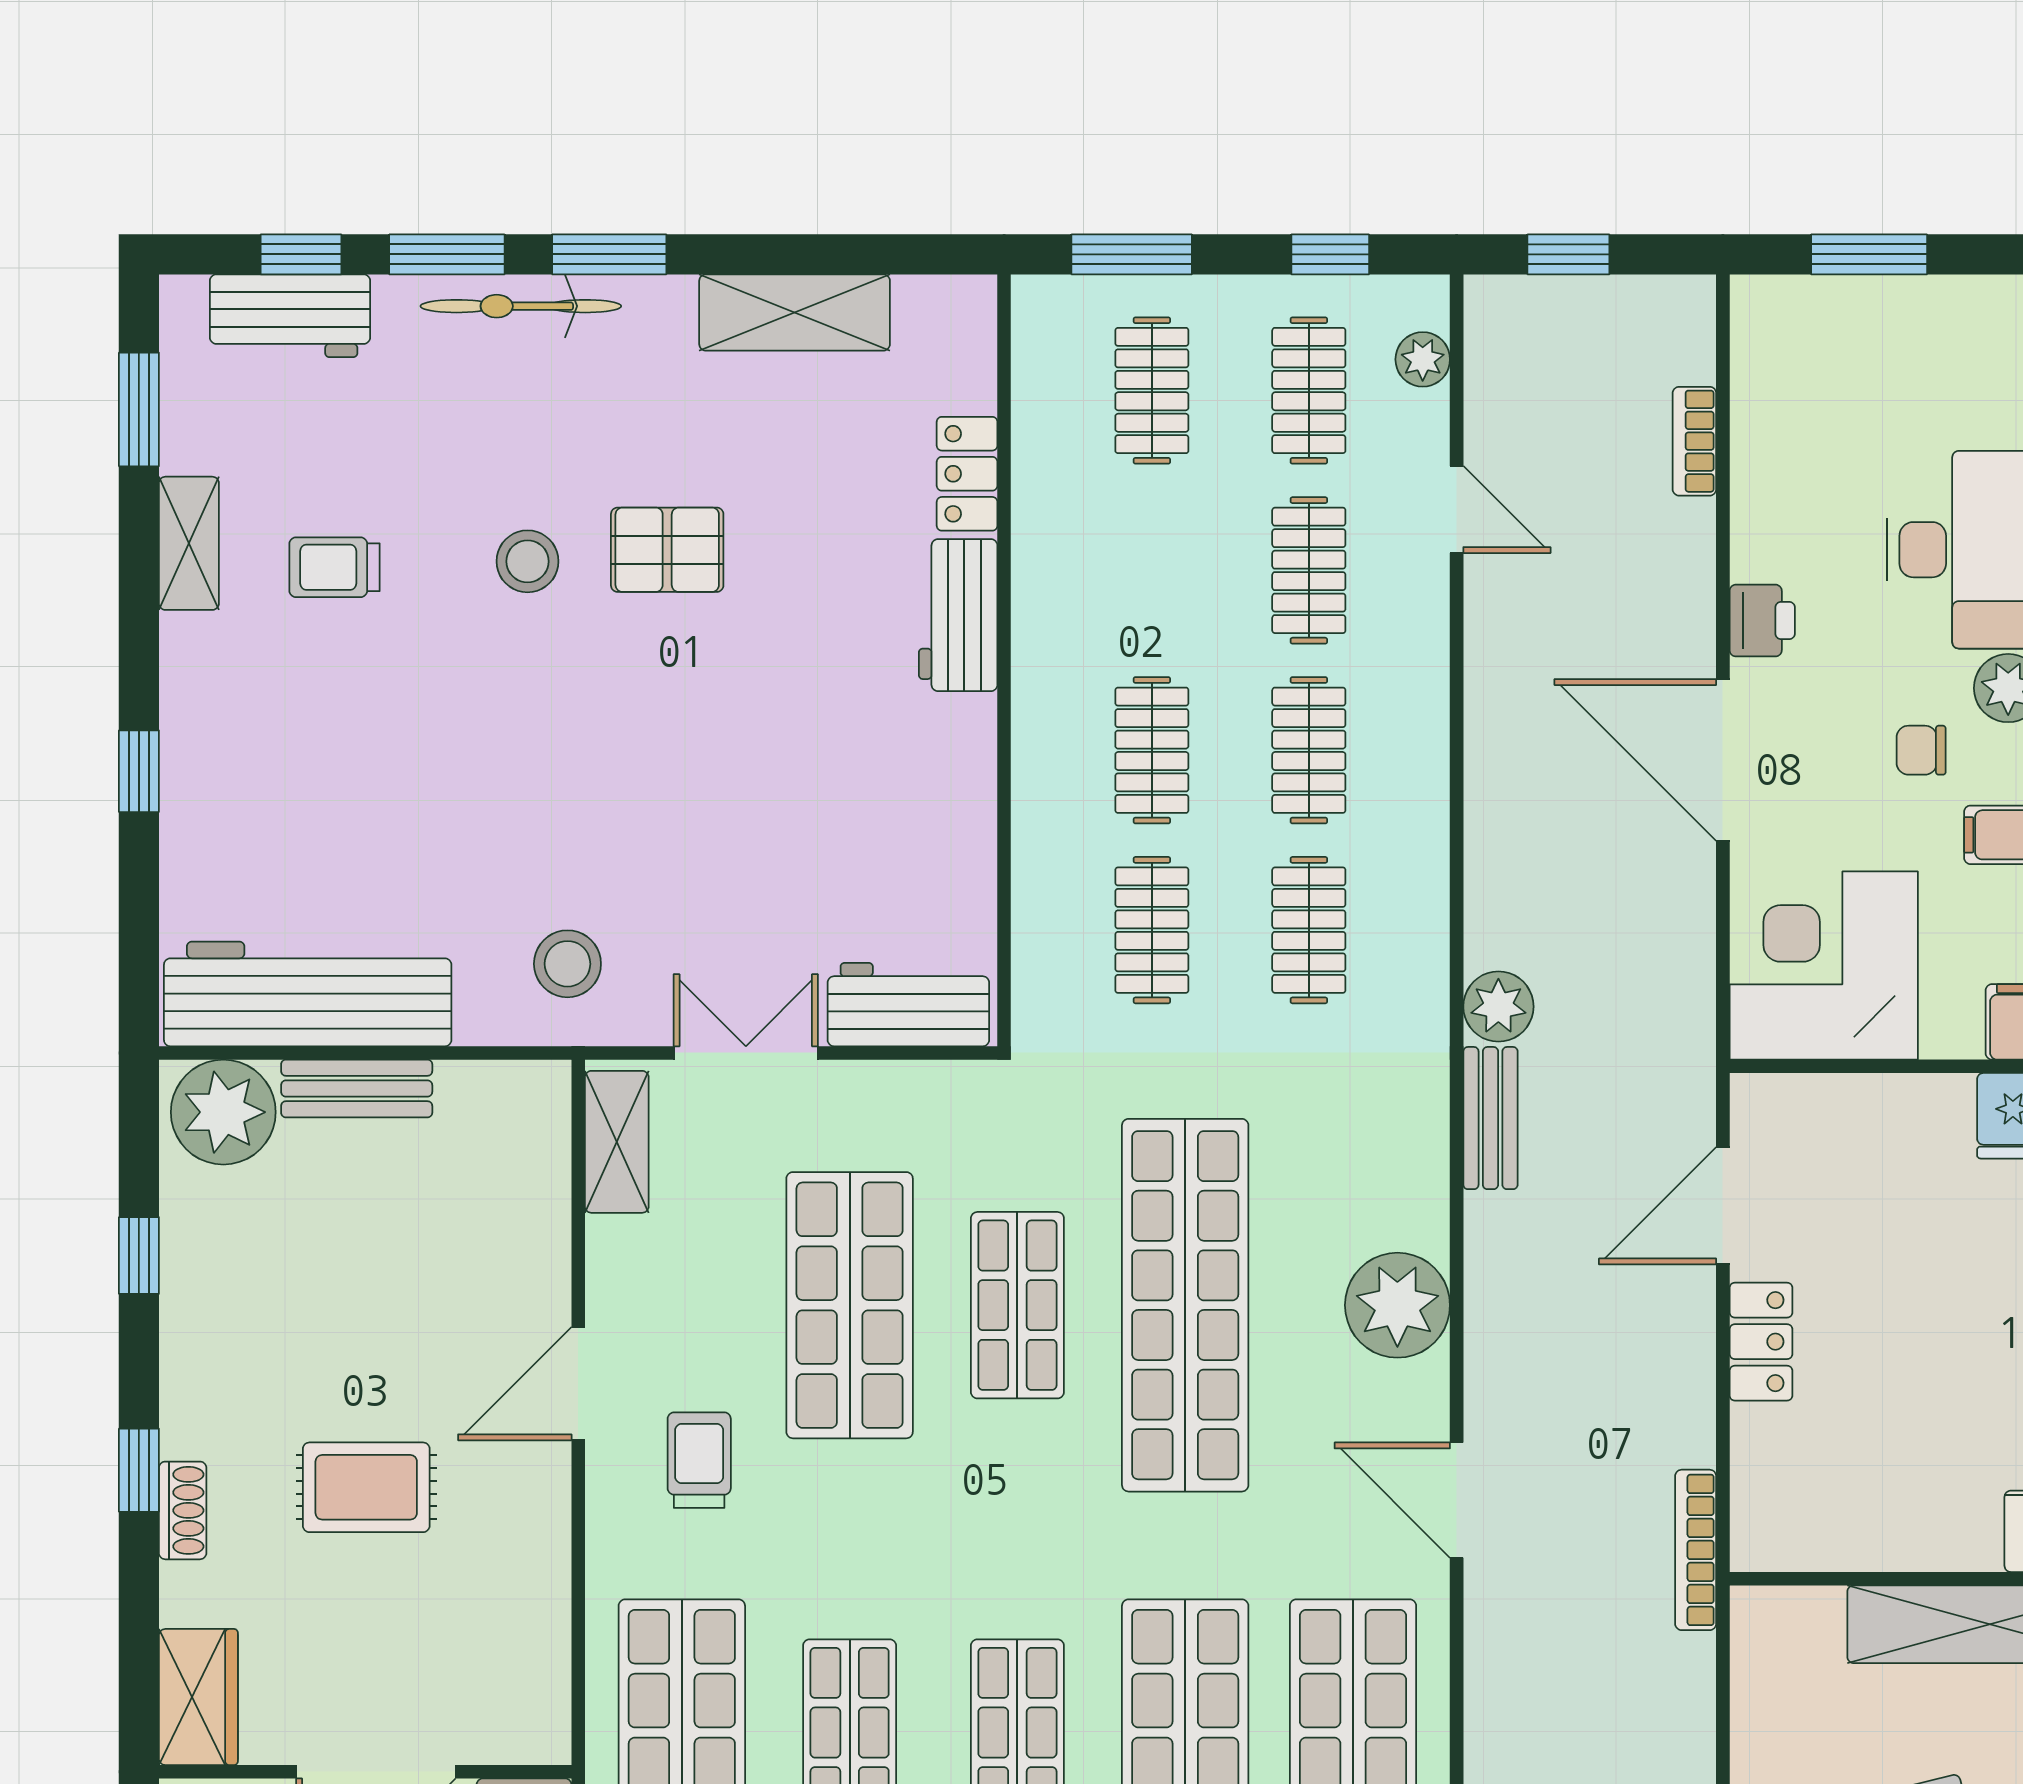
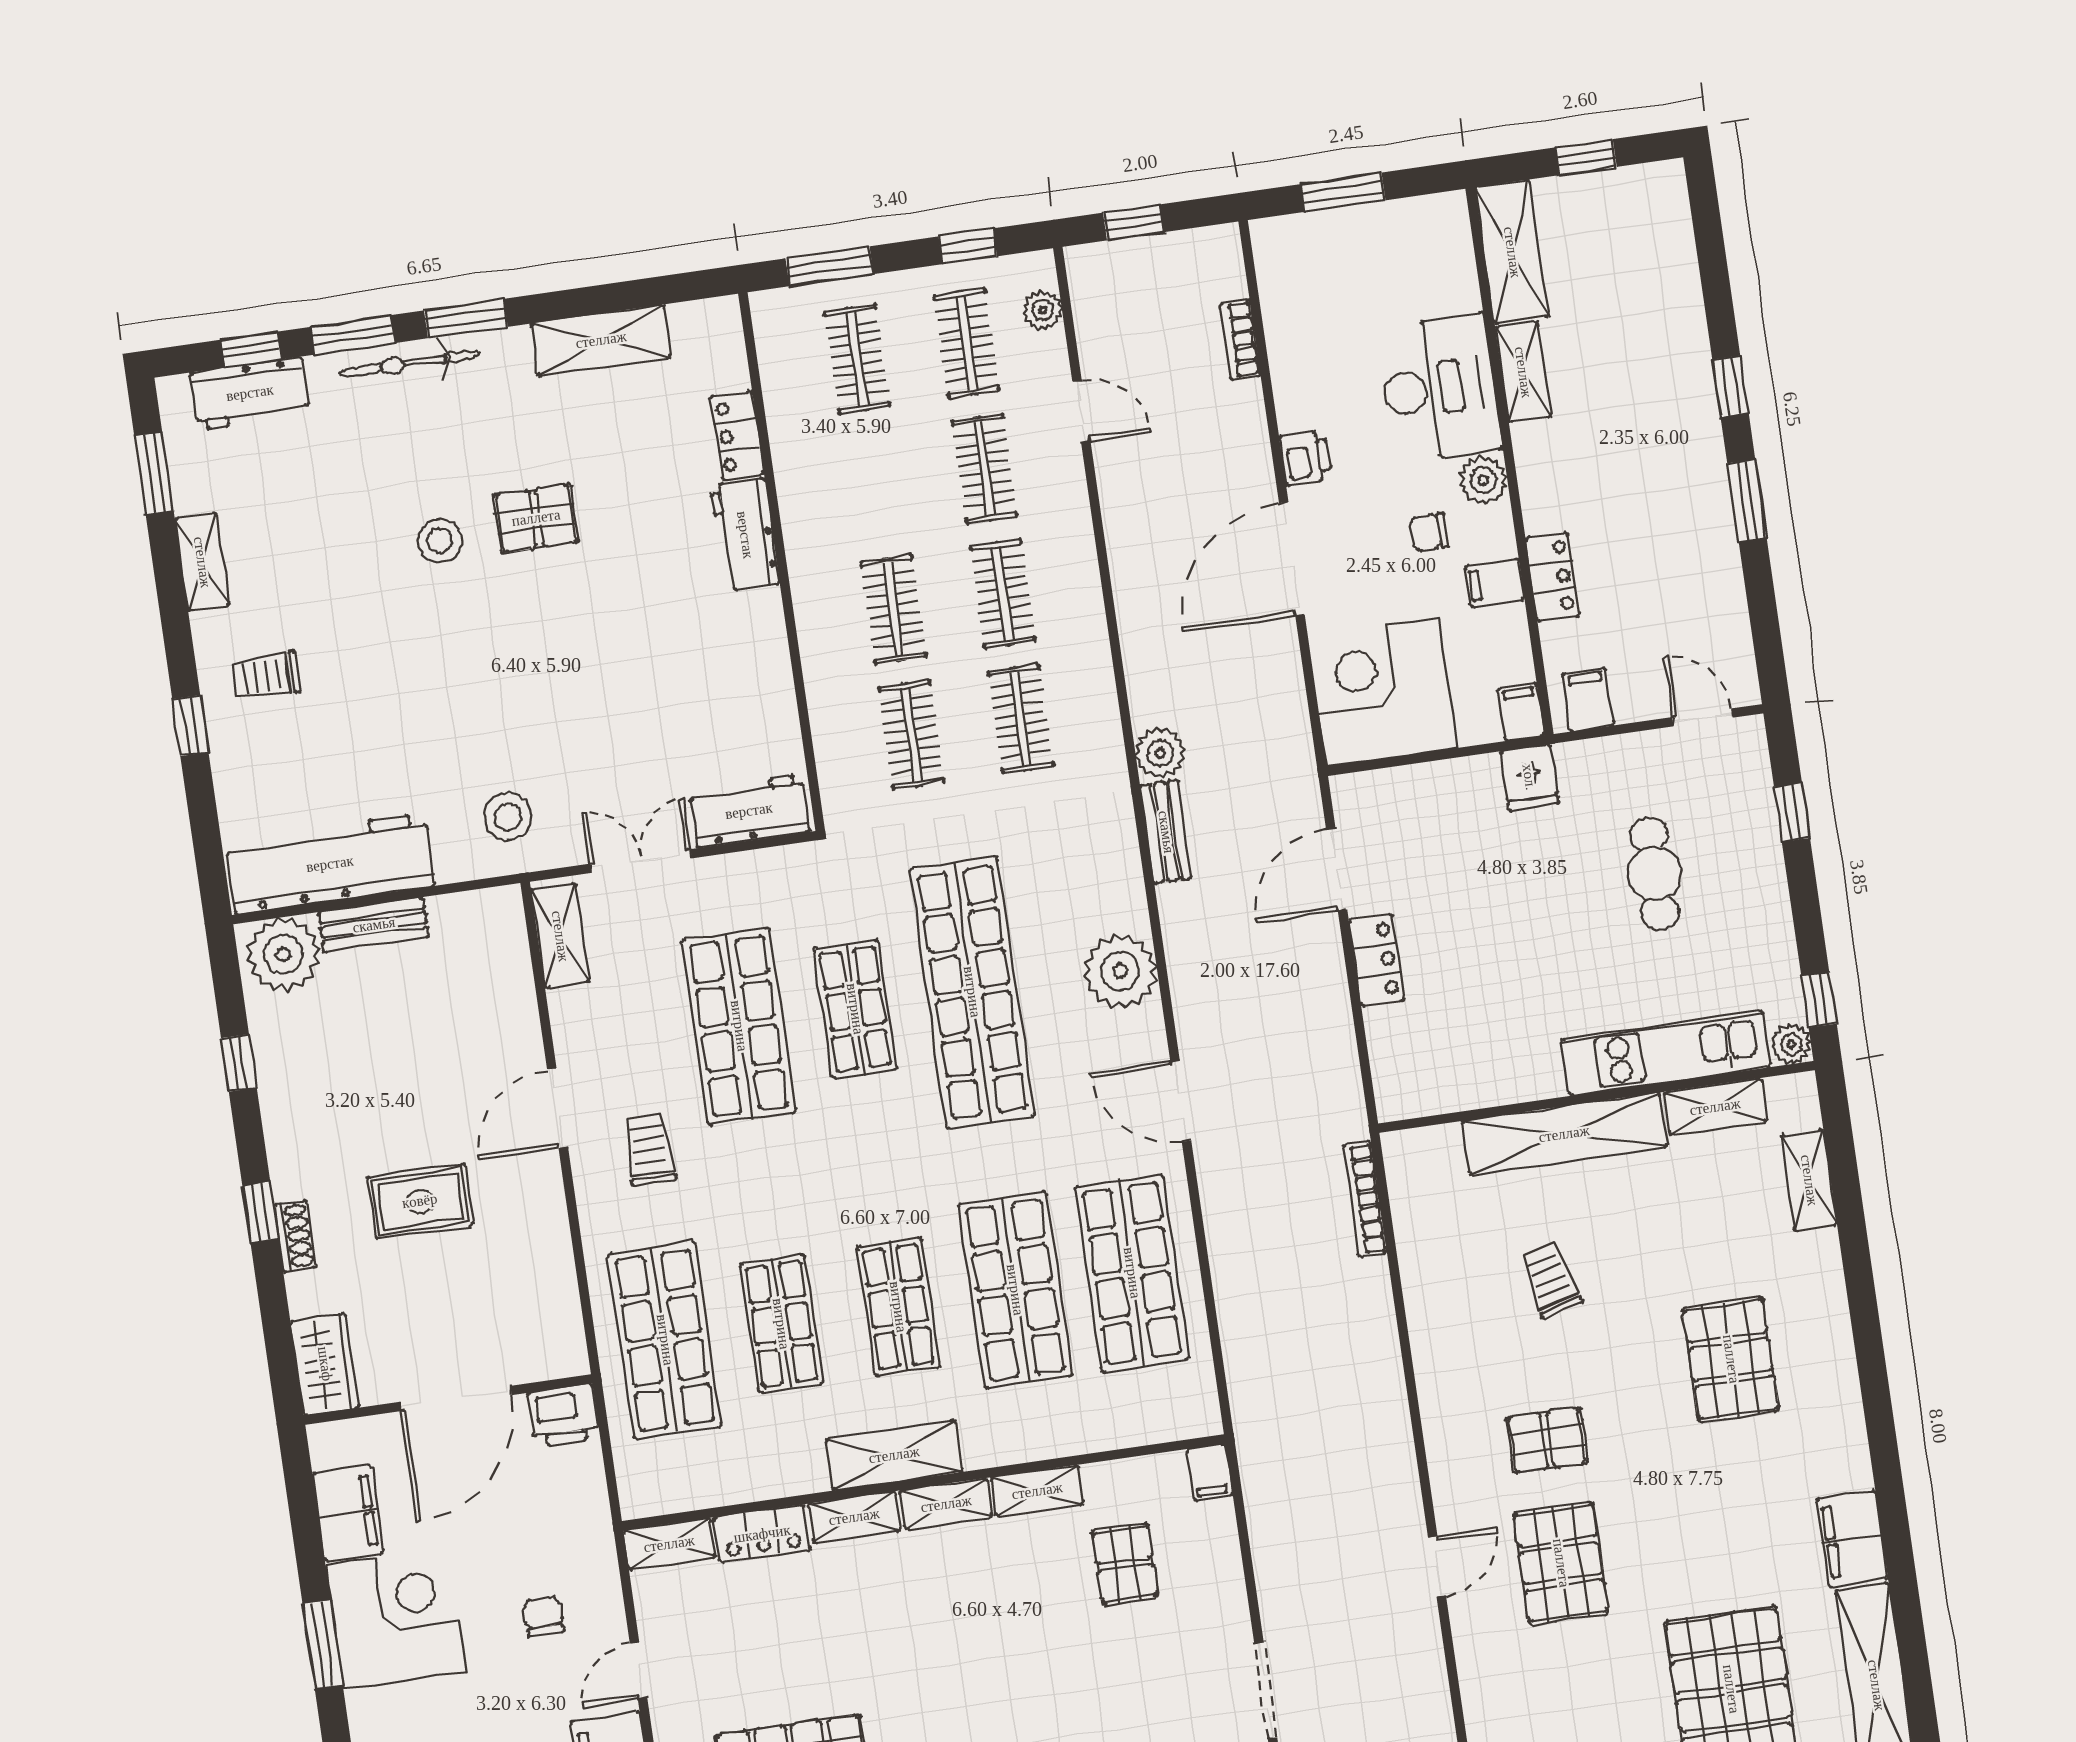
trolley: (335, 567) -> (266, 676), moved
door: (1723, 760) -> (1292, 559), hinge flipped
bookcase: (1696, 1550) -> (1365, 1199), moved

